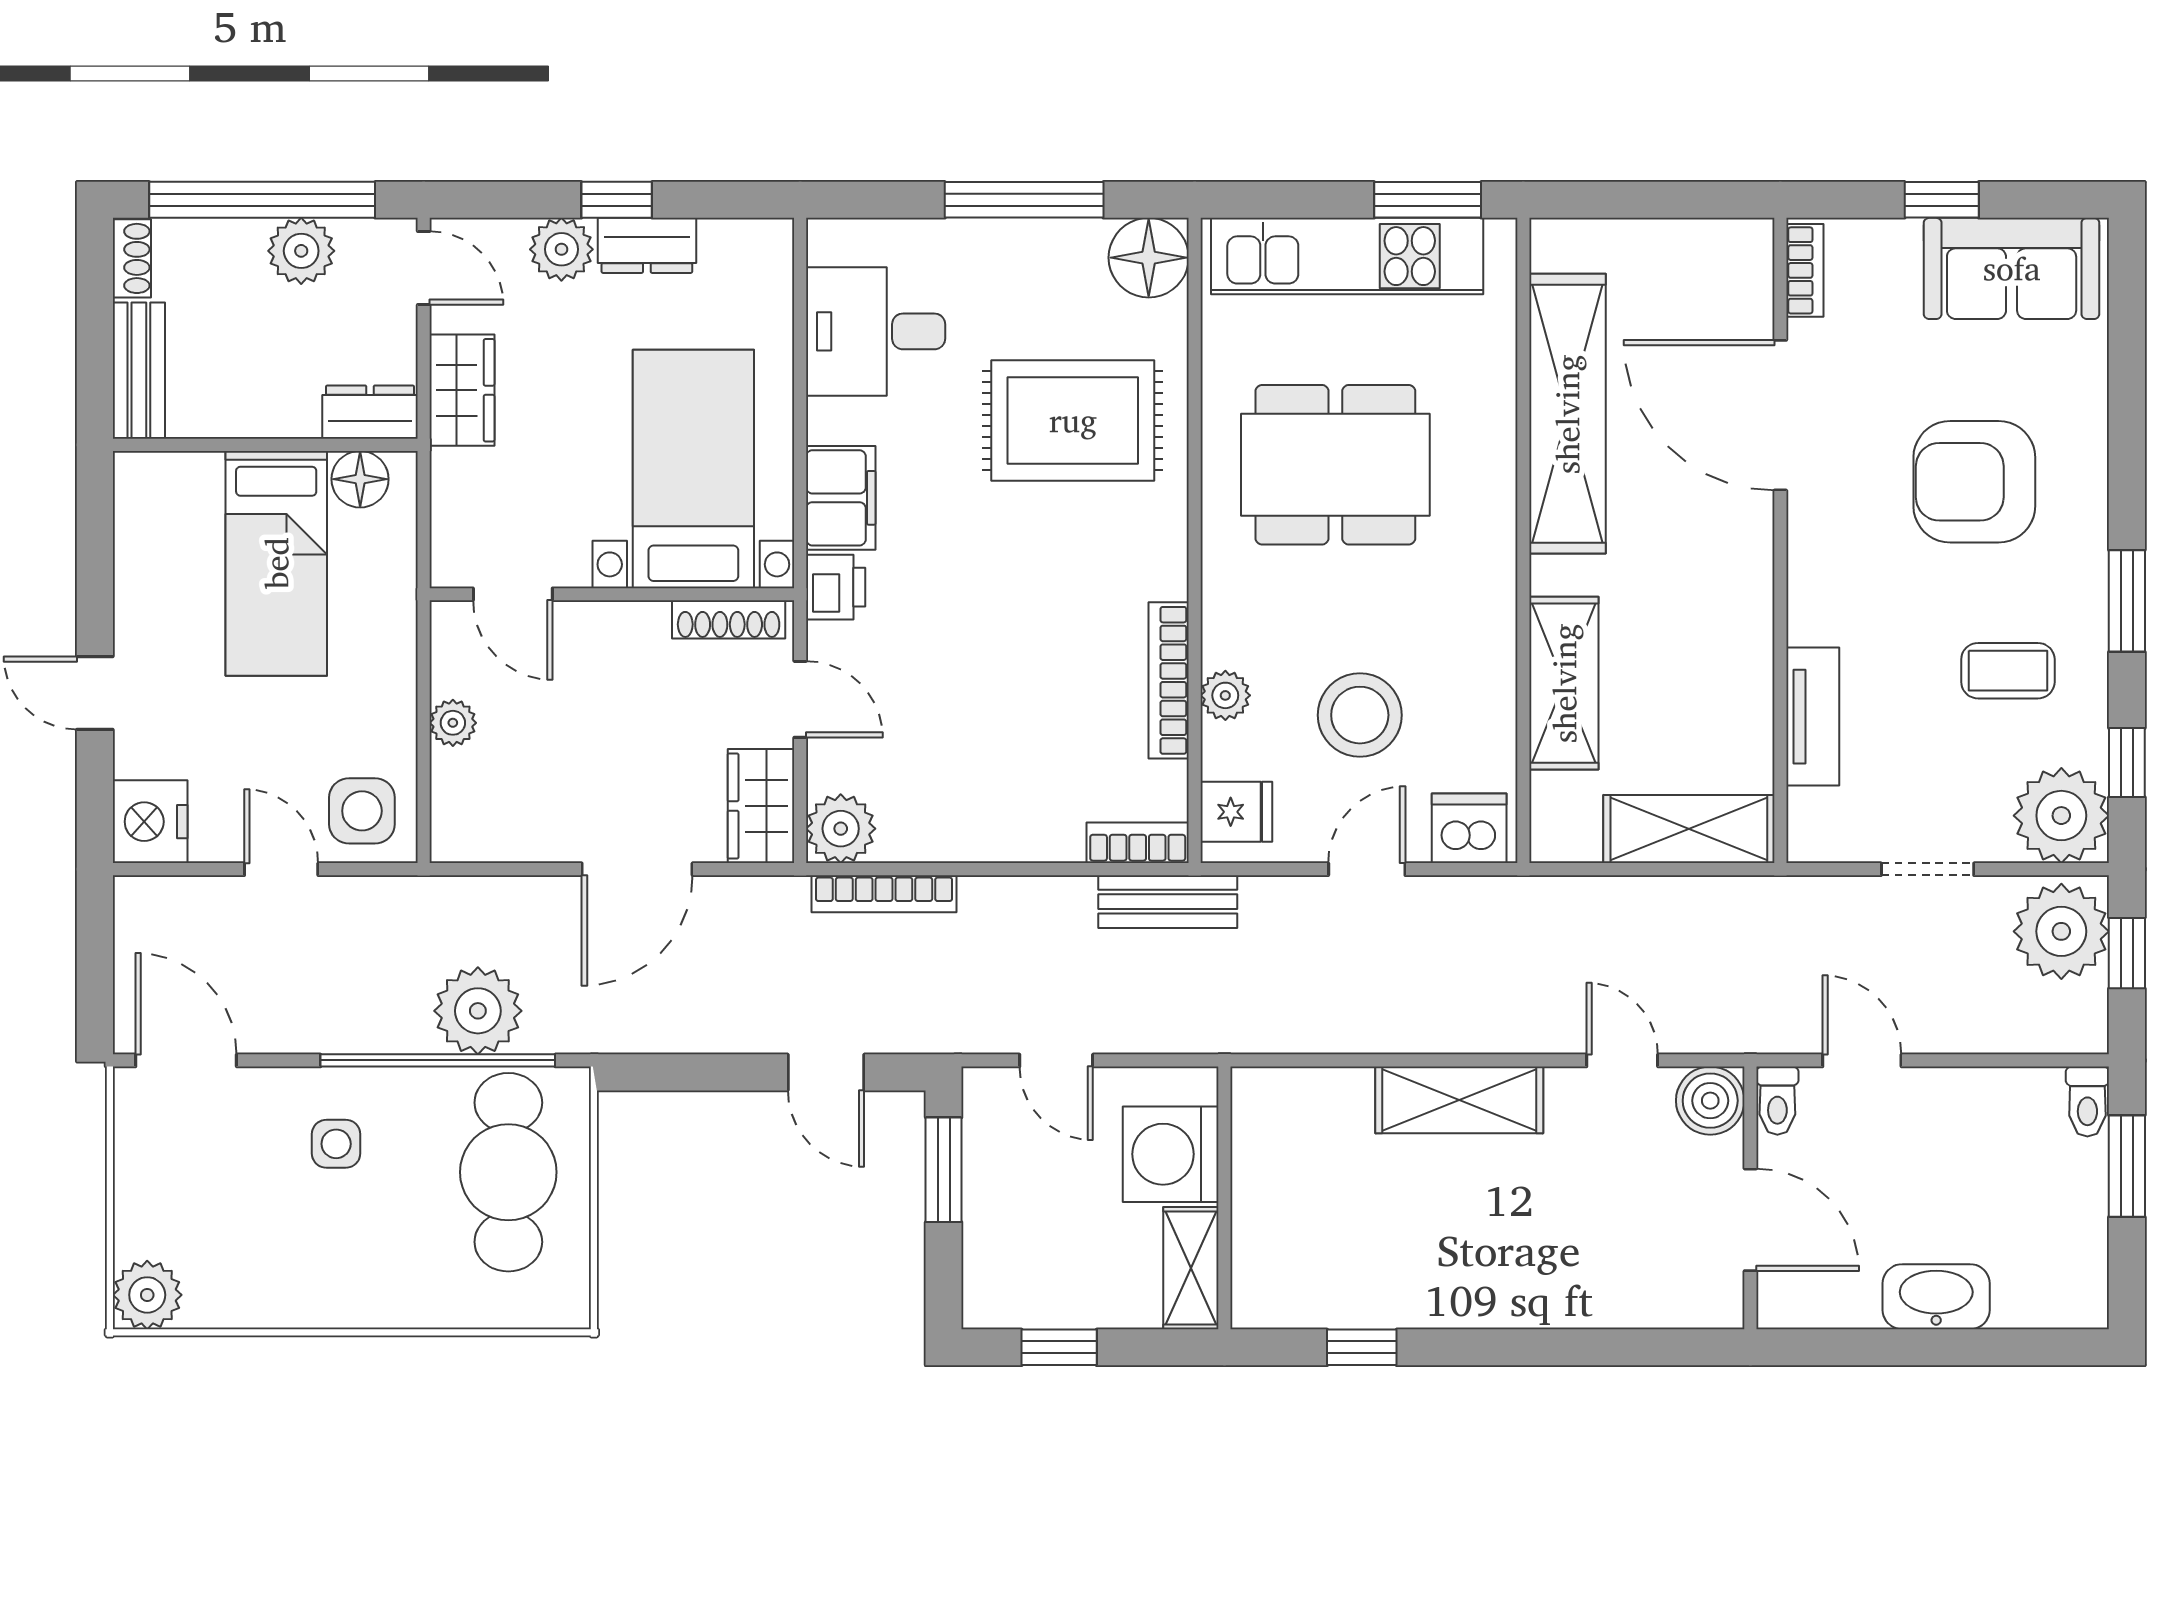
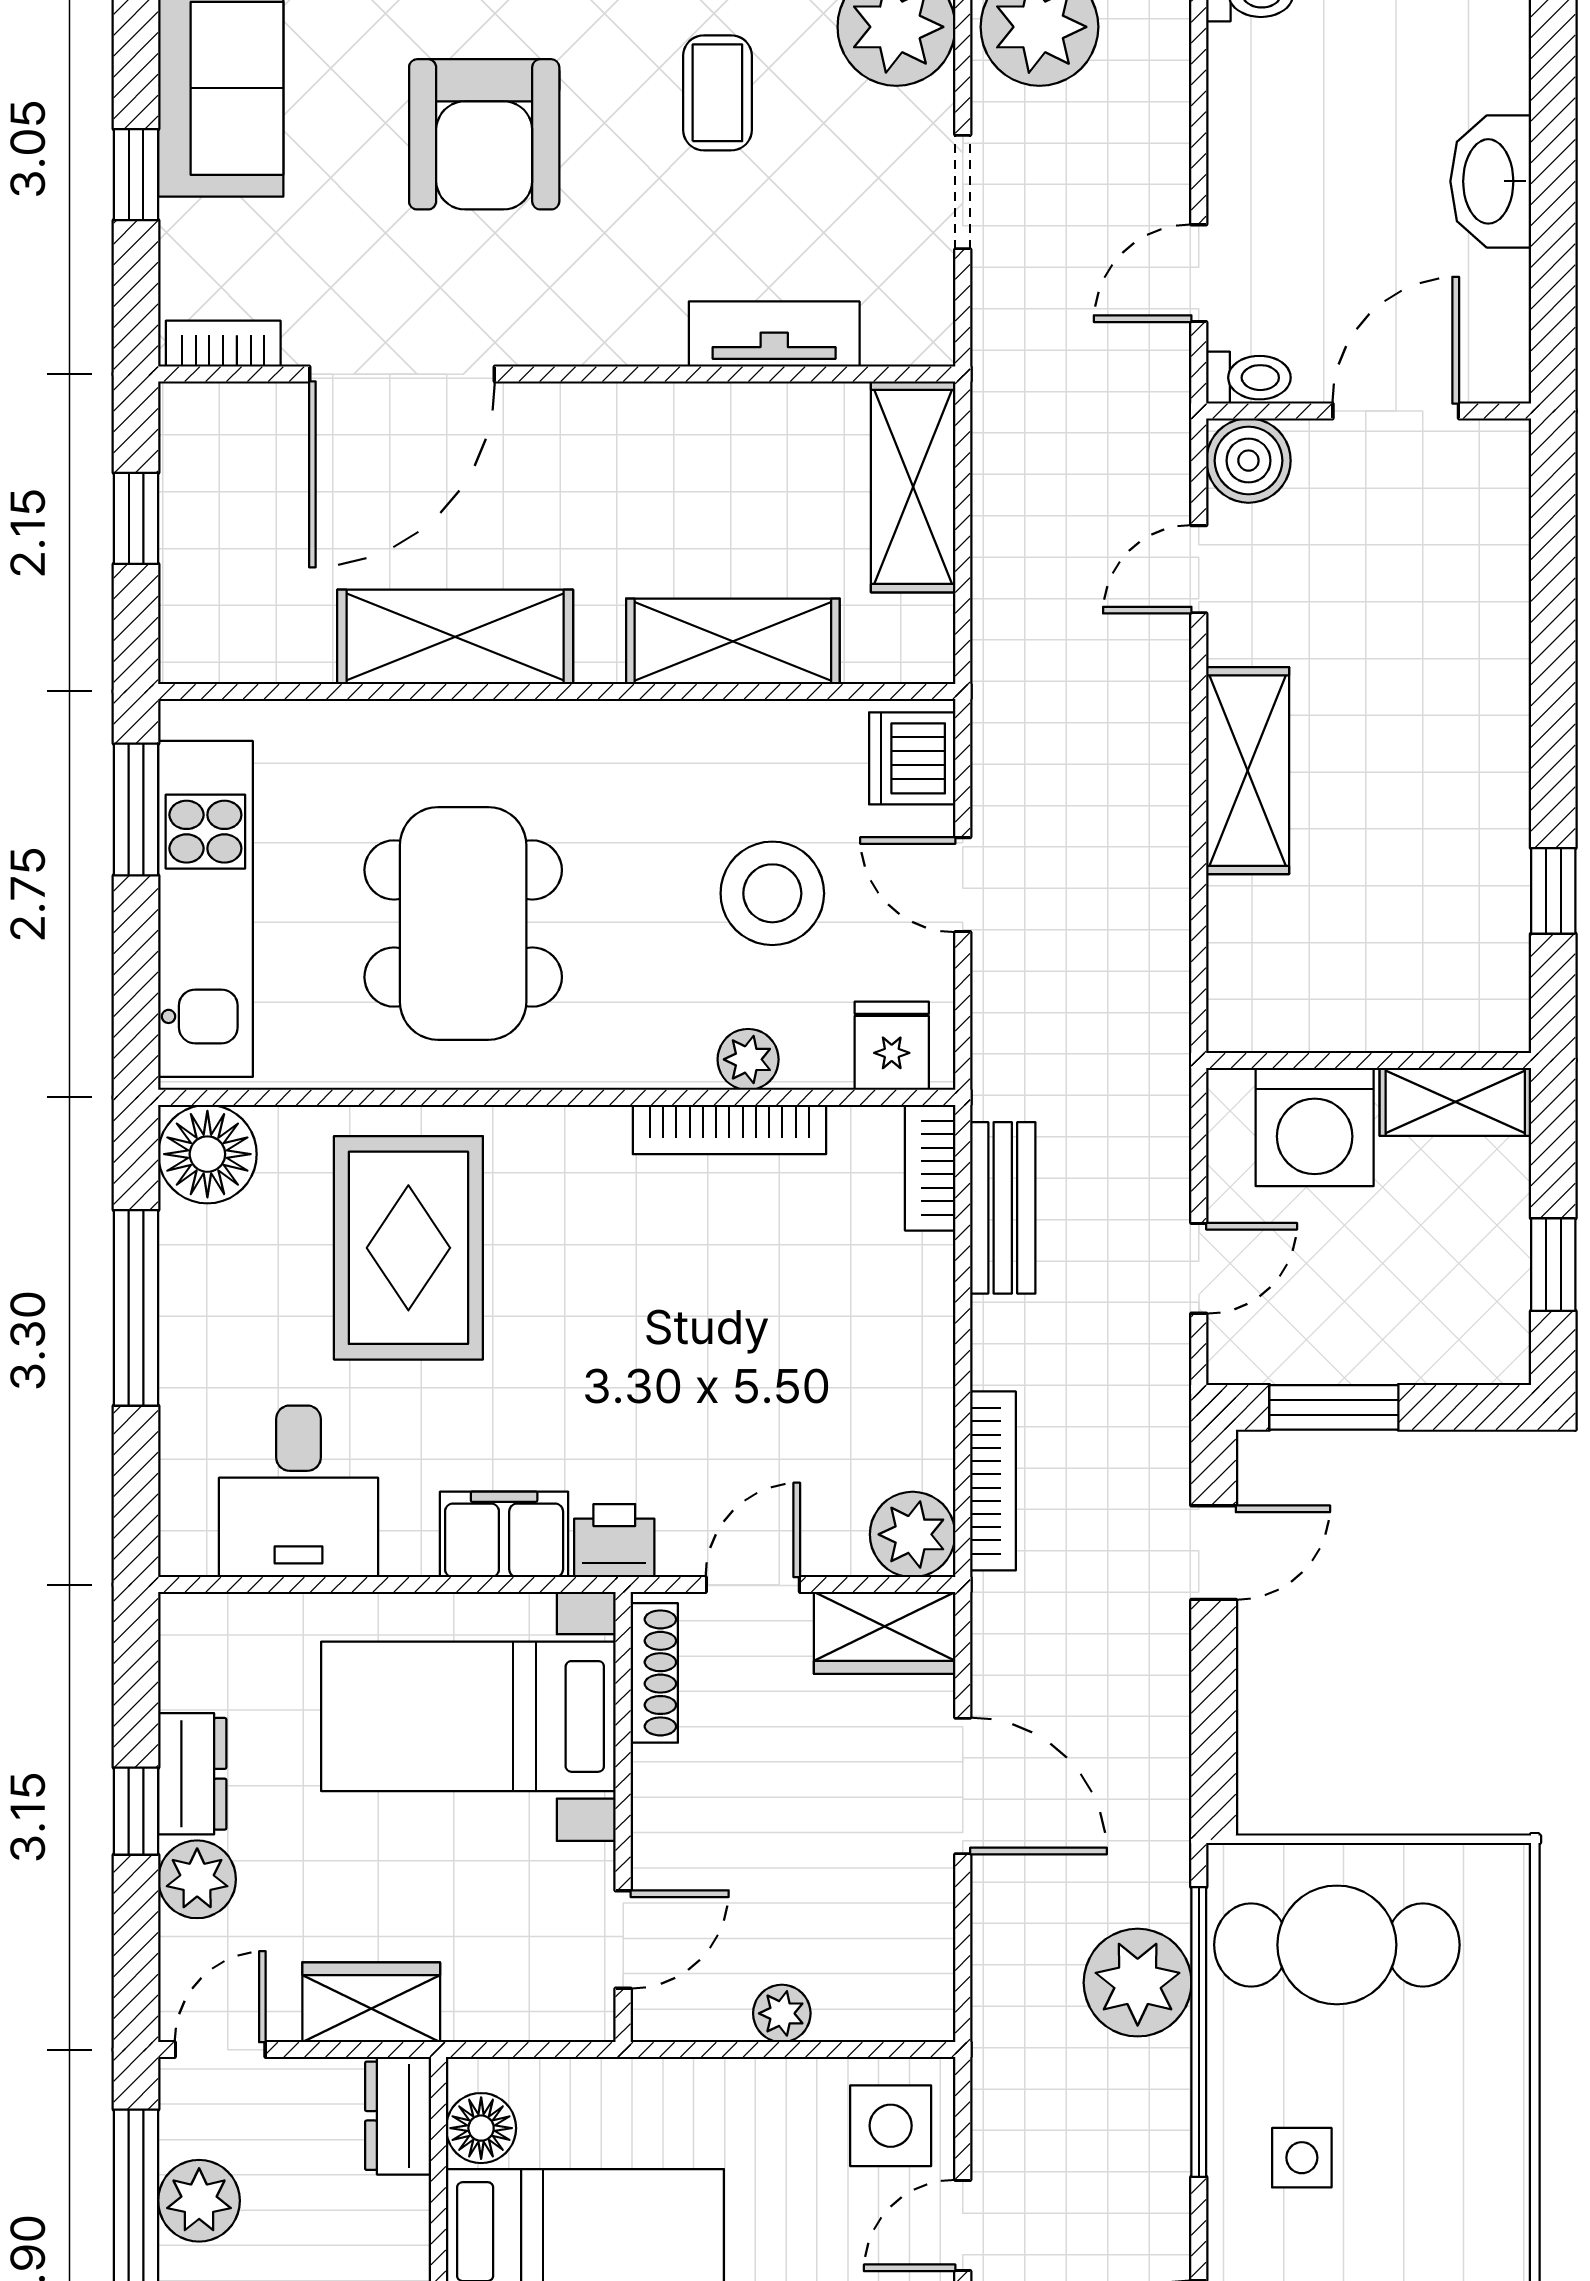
window: (1663, 200) -> (136, 518), added
shelving: (1567, 414) -> (455, 637), width x0.68
bench: (1168, 902) -> (1003, 1208), moved

